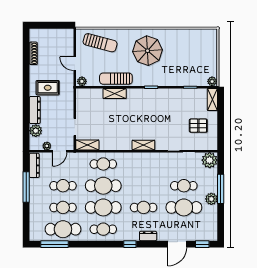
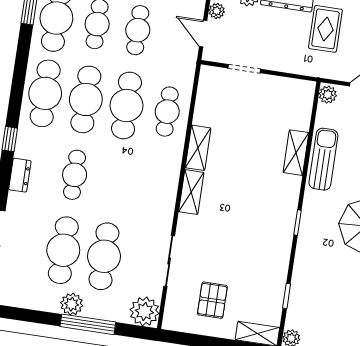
shelving: (87, 145) -> (198, 148), moved
cafe table: (184, 186) -> (104, 256), width x1.37, depth x1.35
cafe table: (103, 229) -> (45, 93), width x1.37, depth x1.35

